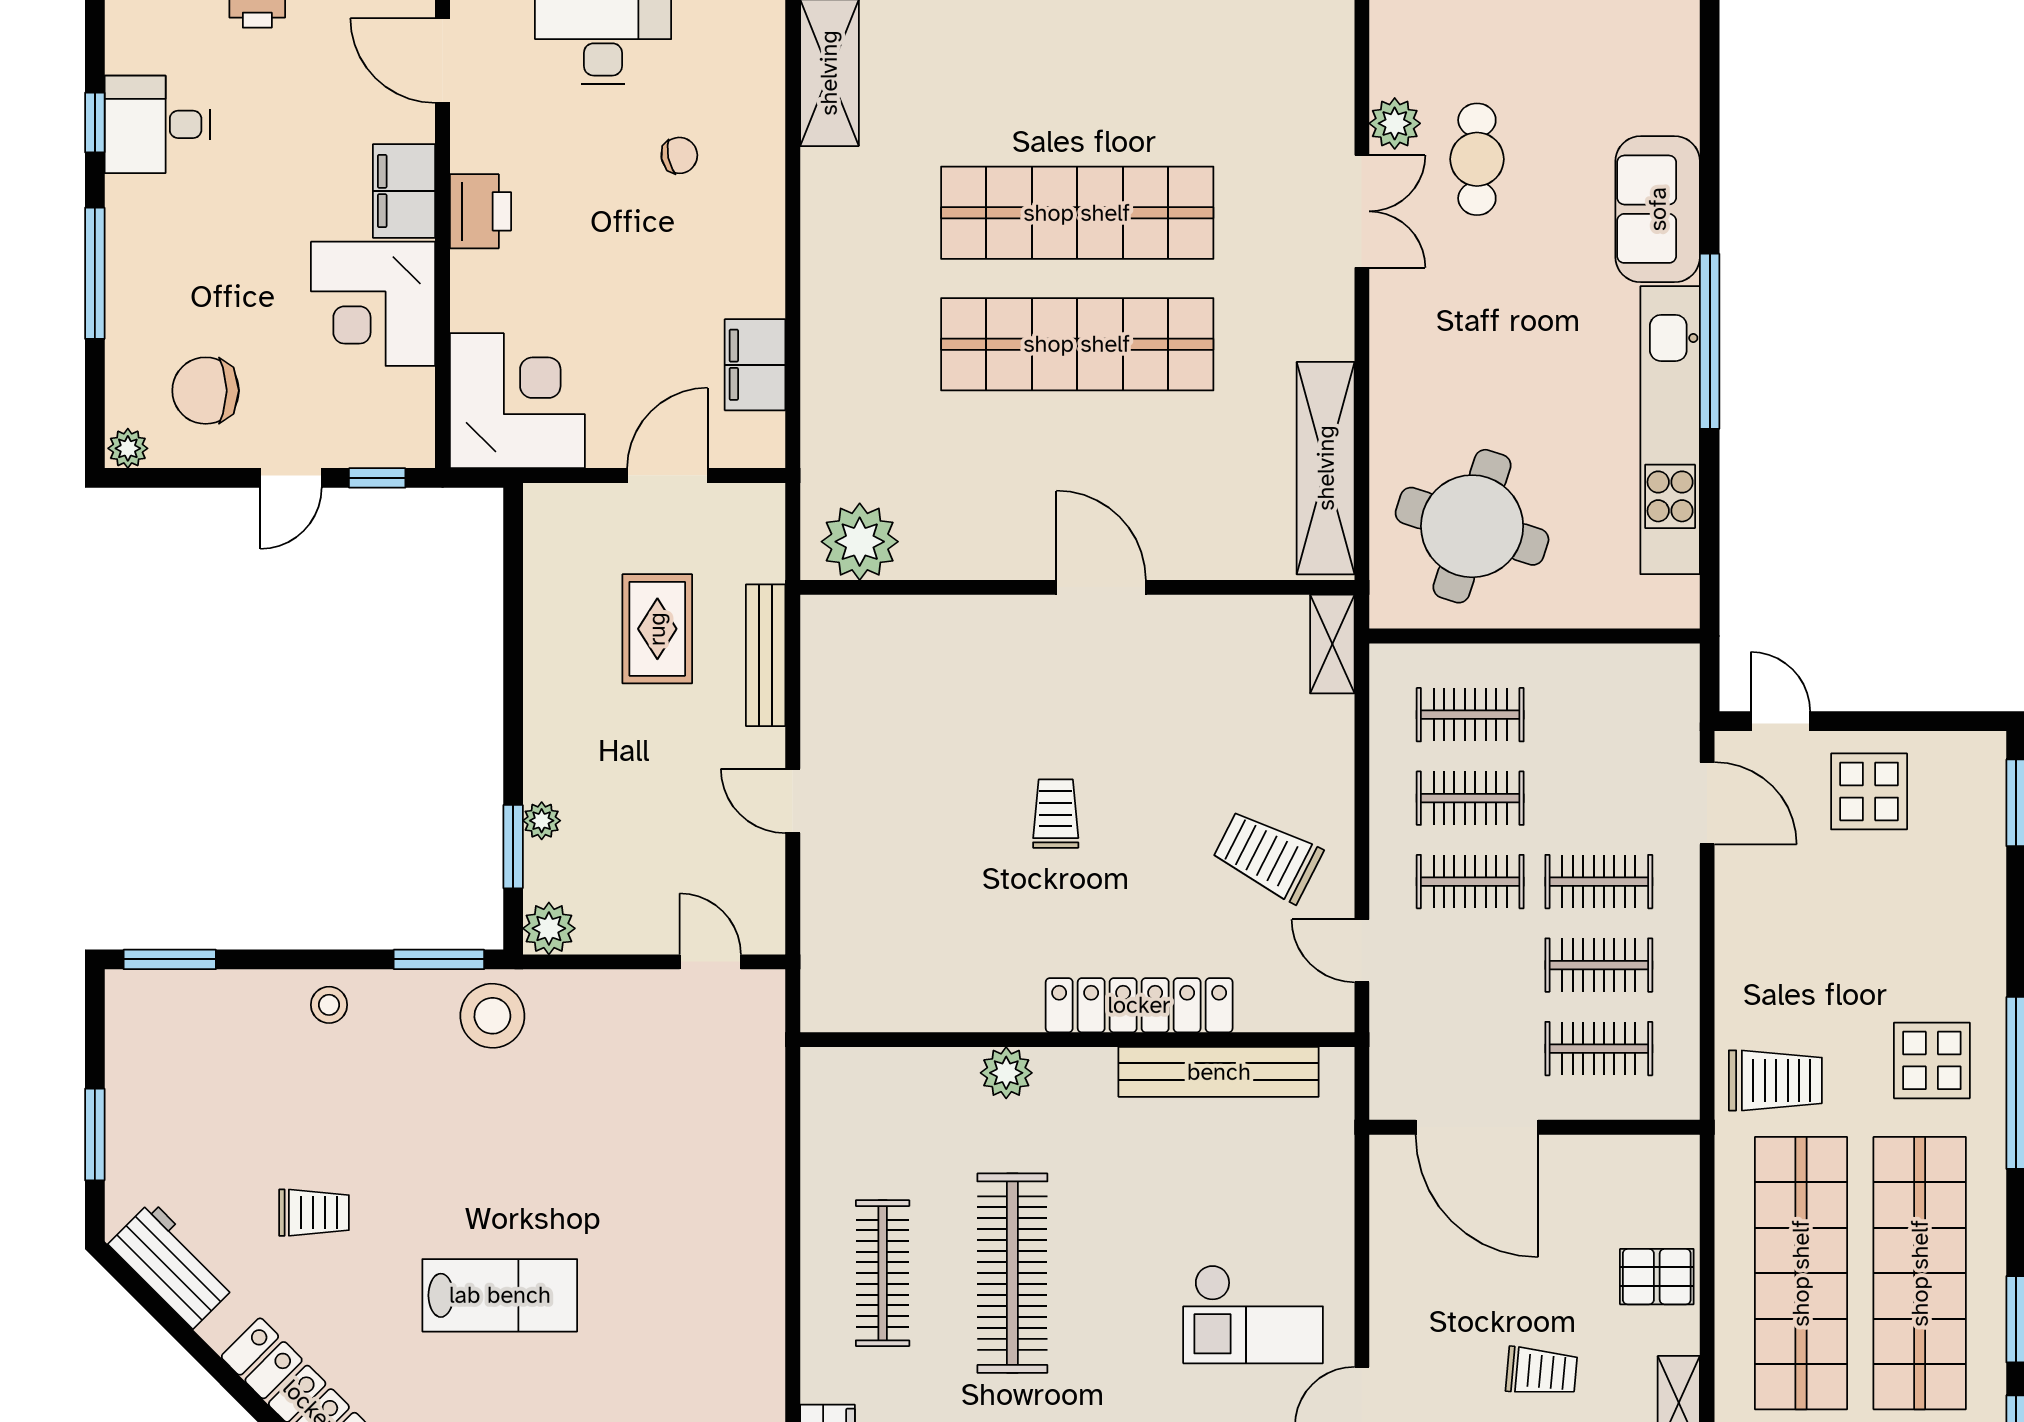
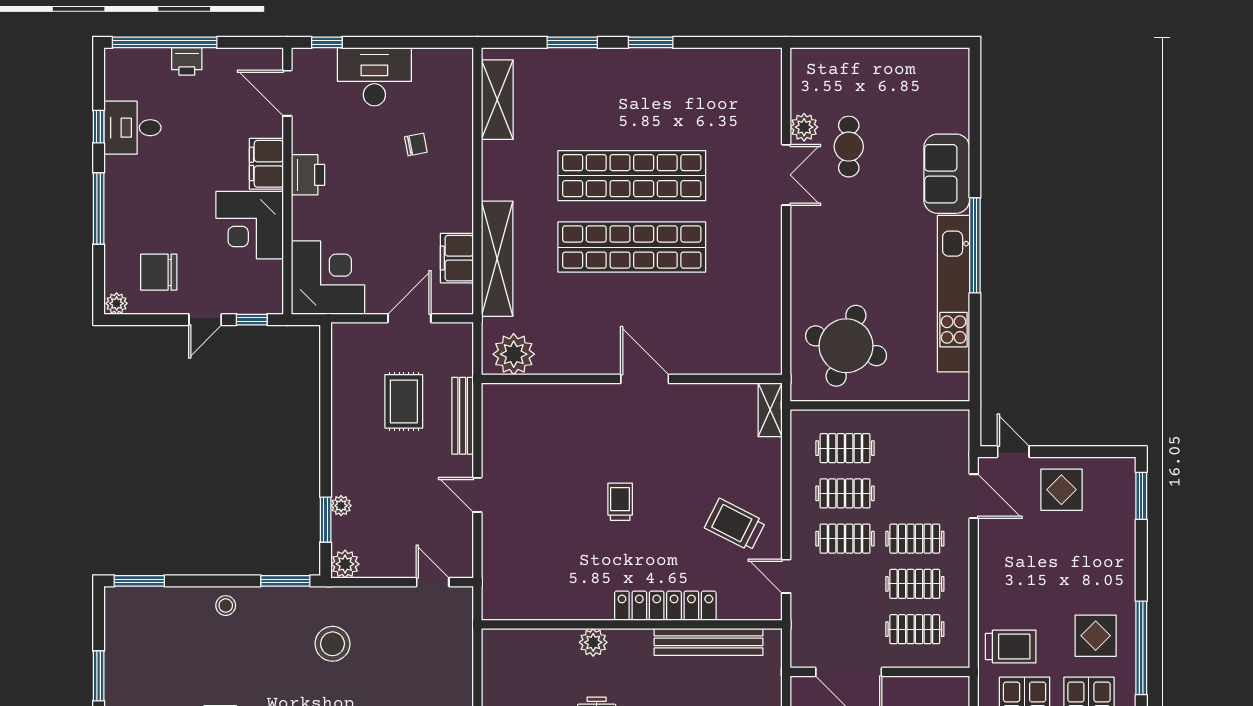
shelving: (1326, 468) -> (497, 259), moved
stool: (492, 1016) -> (332, 644), moved

